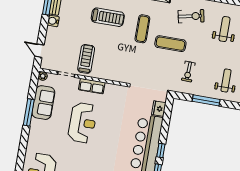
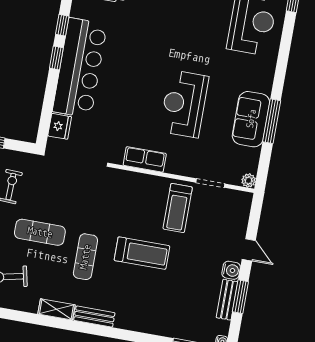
treadmill: (108, 17) -> (142, 253), moved, turned 180
door: (39, 51) -> (249, 250), moved
row of seats: (92, 86) -> (145, 159), moved
sofa: (43, 103) -> (251, 119), moved

